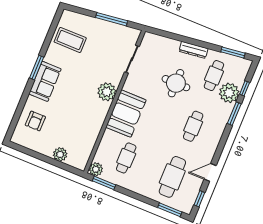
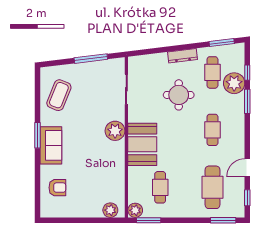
coffee table: (70, 40) -> (59, 95), turned -68
armchair: (35, 121) -> (57, 188), turned -90
plant: (60, 154) -> (110, 210), moved

